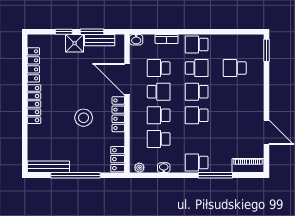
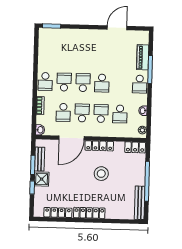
school desk: (235, 68) -> (65, 52), removed
school desk: (197, 92) -> (83, 83), turned 180
school desk: (159, 115) -> (101, 113), turned 180
piano: (248, 166) -> (143, 57), moved

